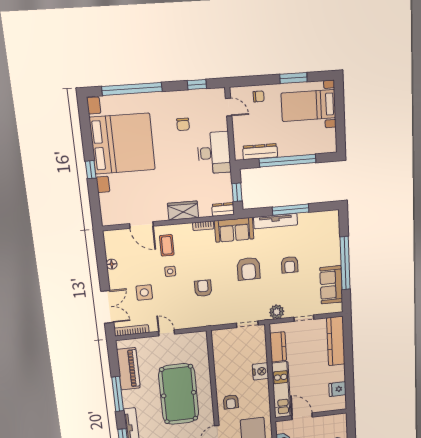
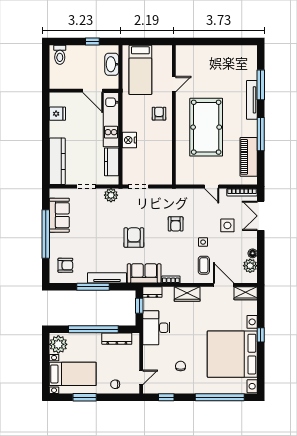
door: (229, 107) -> (141, 377), swing flipped
plant: (326, 140) -> (58, 344), added
desk: (214, 153) -> (156, 328), moved
wardrobe: (115, 217) -> (246, 293), added
plant: (113, 250) -> (250, 266), added
armchair: (290, 265) -> (65, 265), moved, turned 90

